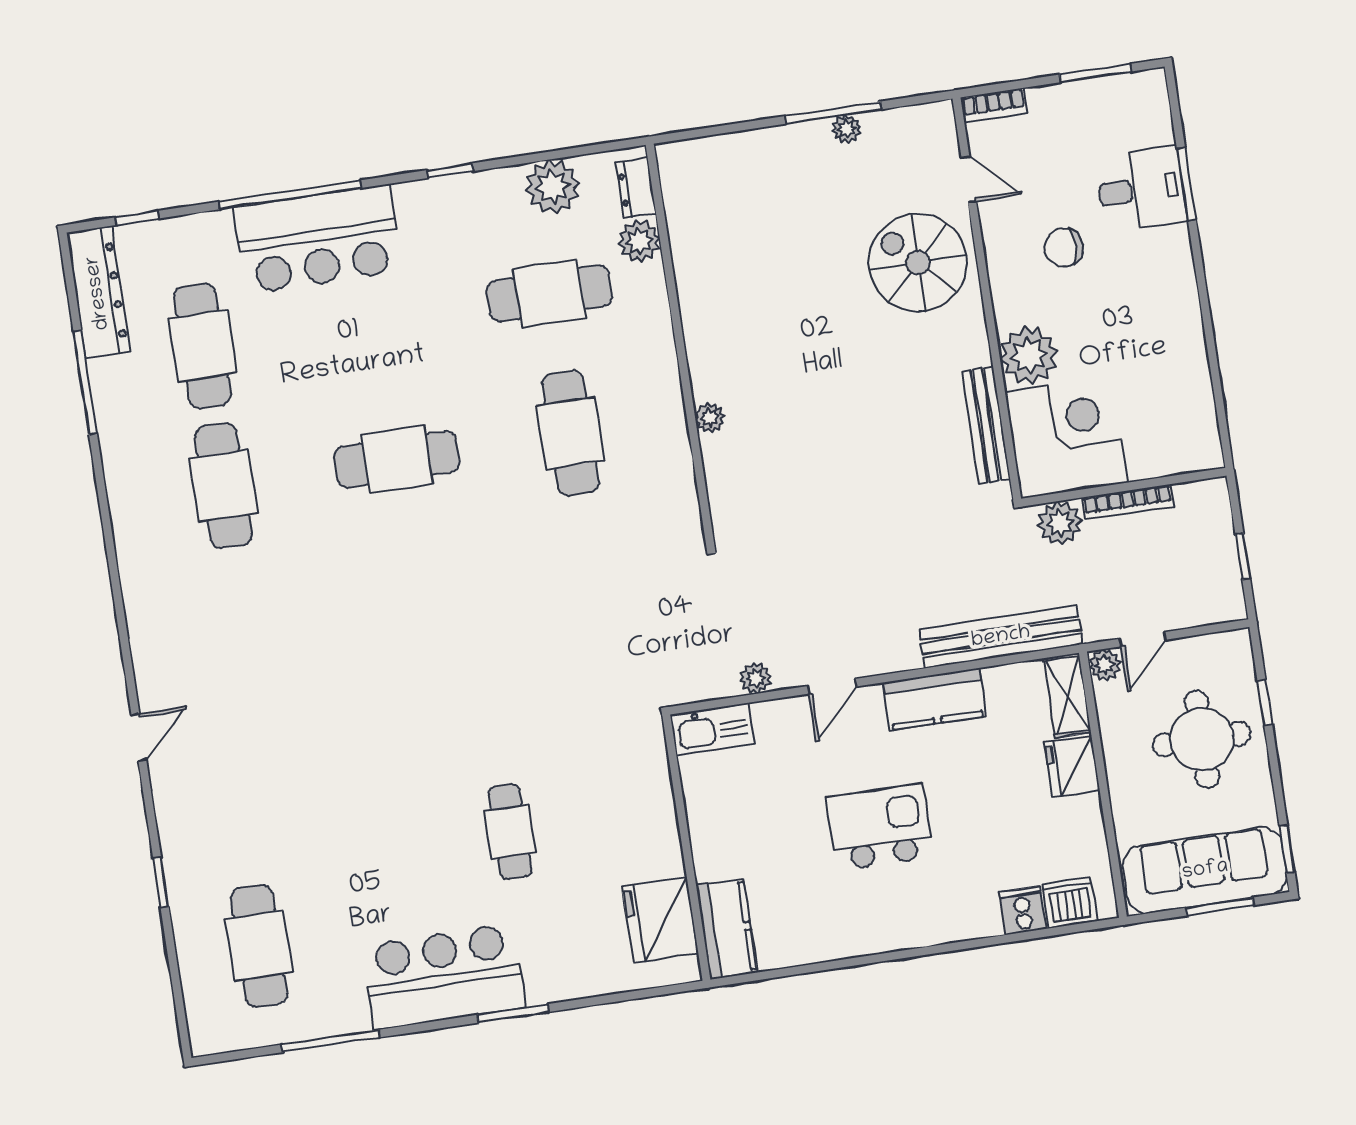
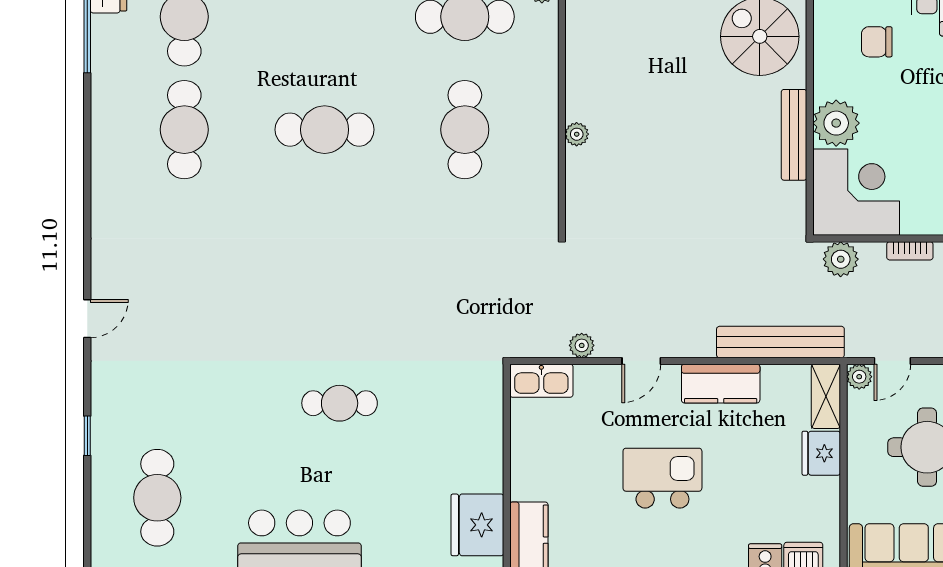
bench: (986, 425) -> (794, 135), moved
bookcase: (1128, 502) -> (910, 251), width x0.64
cafe table: (510, 832) -> (340, 403), moved, turned 90

